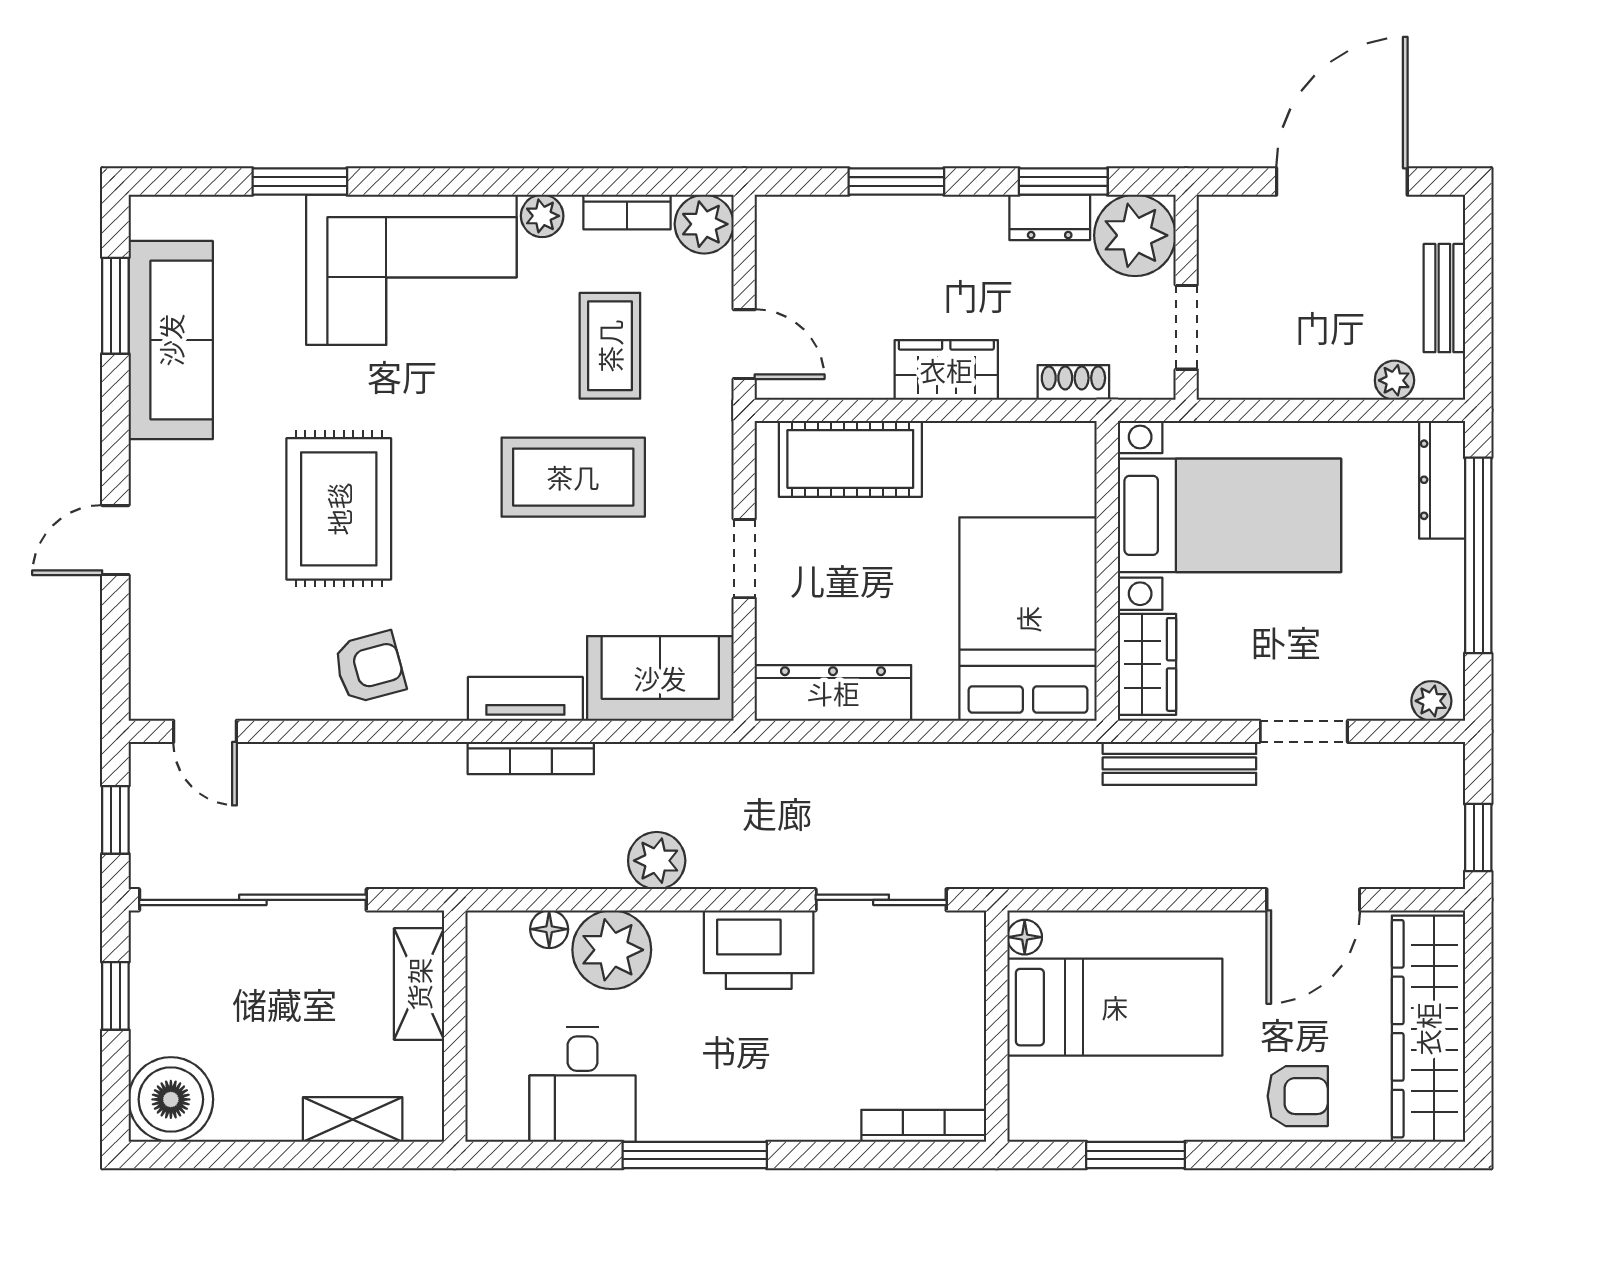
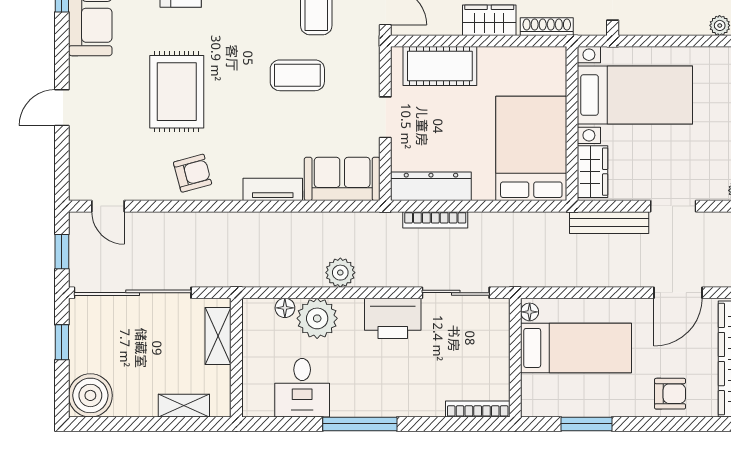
shoe rack: (1073, 382) -> (547, 27), width x1.43
coffee table: (573, 477) -> (297, 75), width x0.73, depth x0.76
bookcase: (531, 758) -> (435, 220), moved

